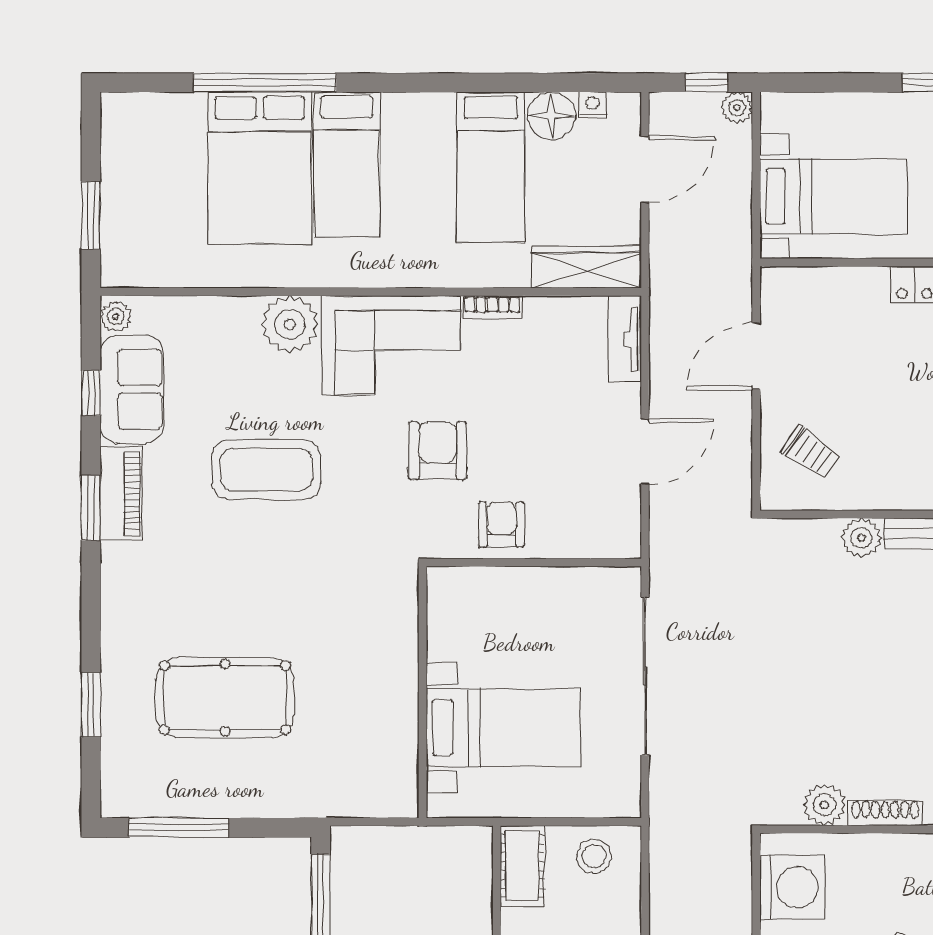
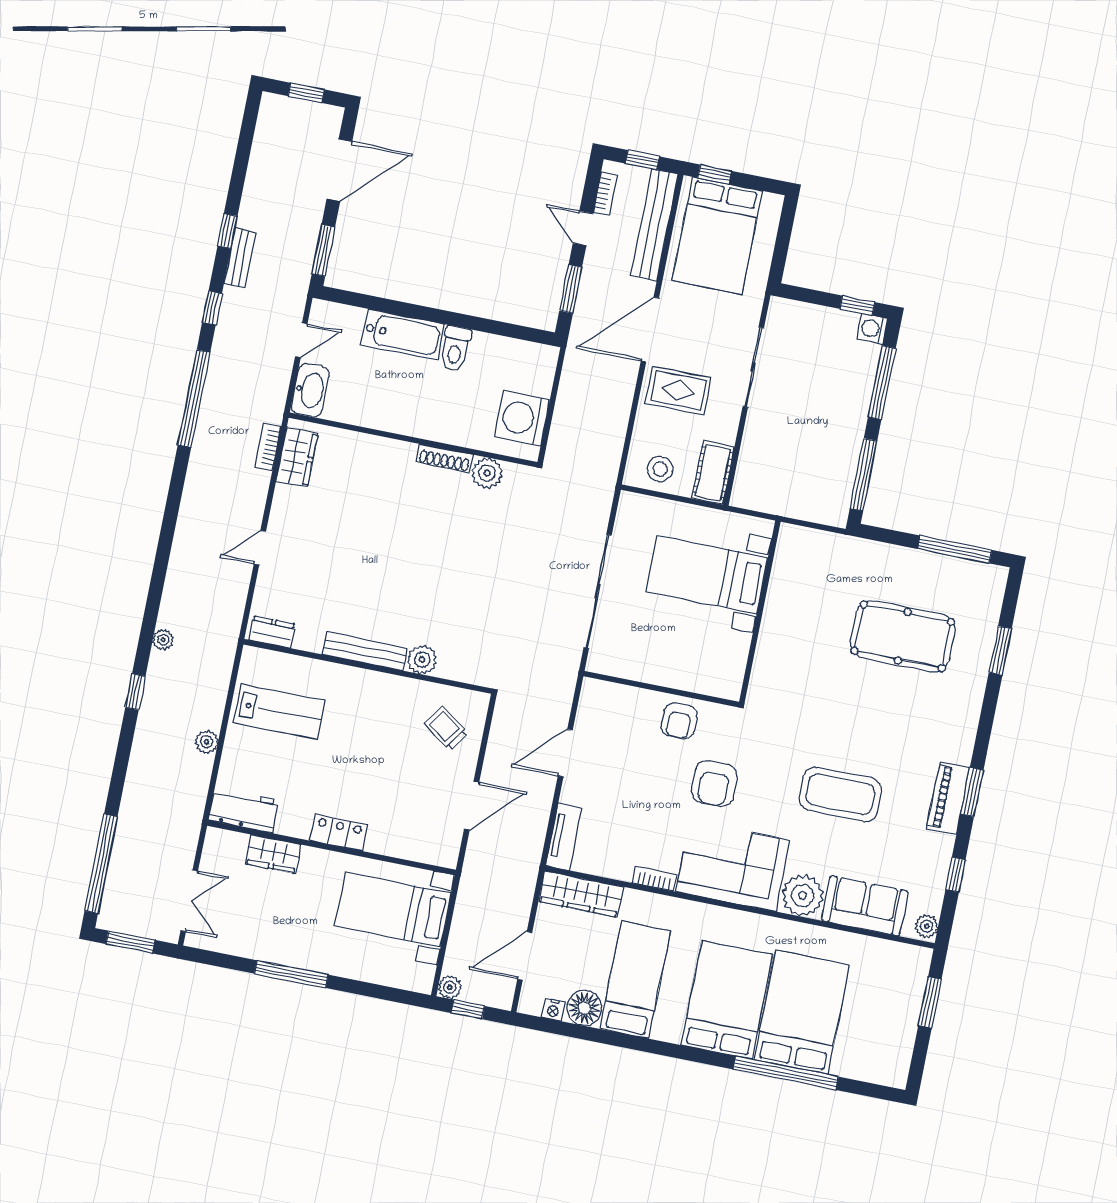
bed: (347, 165) -> (727, 1000), width x1.50
sofa: (132, 389) -> (865, 906), moved, turned 90

